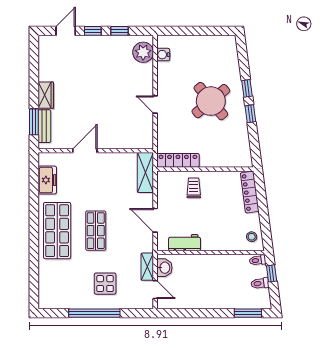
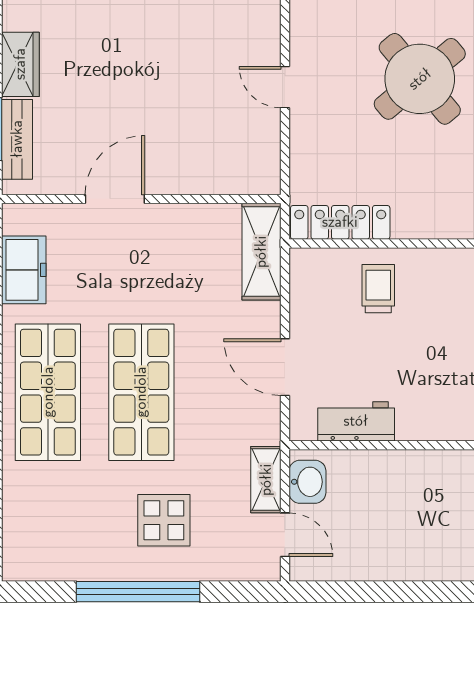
shop shelf: (96, 231) -> (141, 392), width x1.43, depth x1.36

